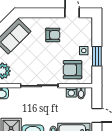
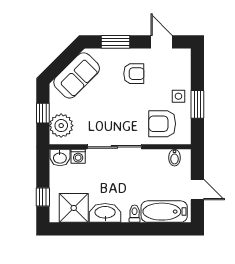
window: (40, 13) -> (116, 42), added
washing machine: (71, 92) -> (78, 156), moved

